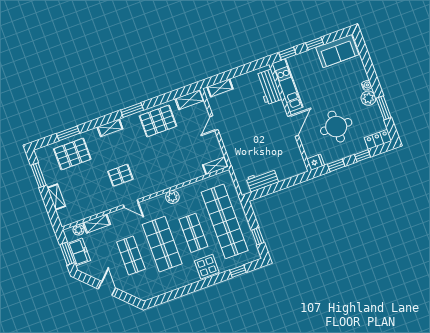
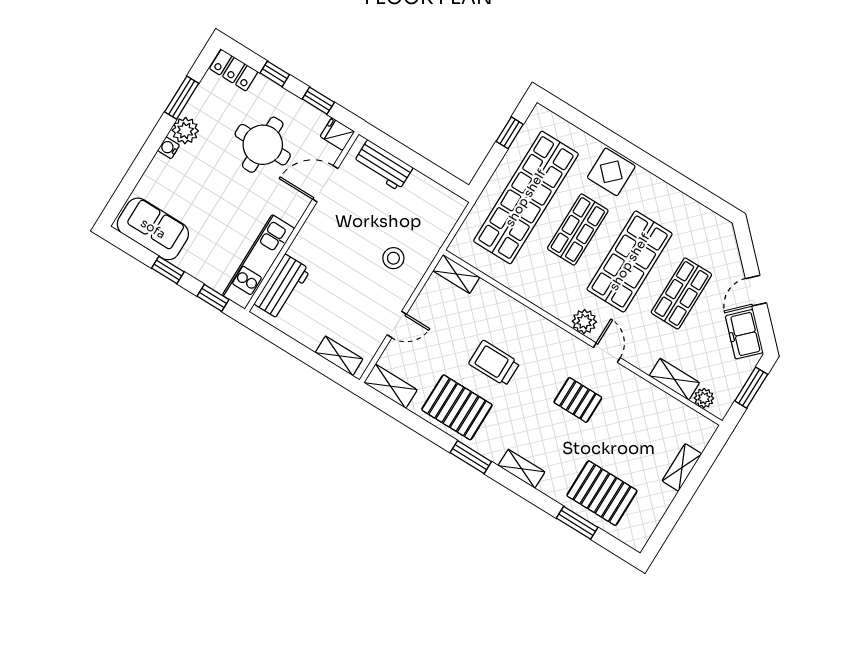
door: (293, 126) -> (325, 184), moved
stool: (243, 144) -> (393, 258), added
trolley: (164, 152) -> (494, 363), added
window: (39, 175) -> (671, 517), removed
workbench: (262, 180) -> (383, 165), moved
plant: (172, 197) -> (584, 322), moved
freezer: (79, 252) -> (744, 334), moved, turned -45
window: (238, 271) -> (582, 122), removed

